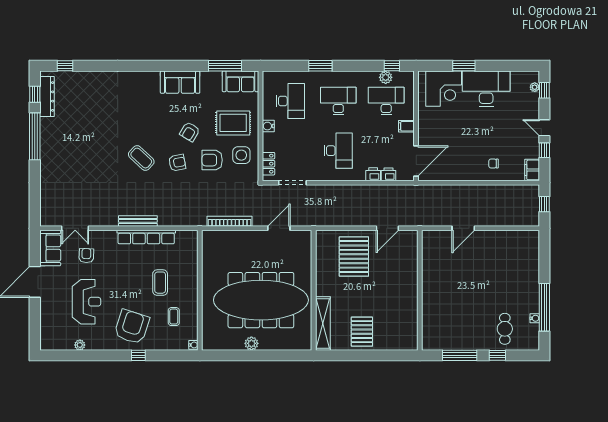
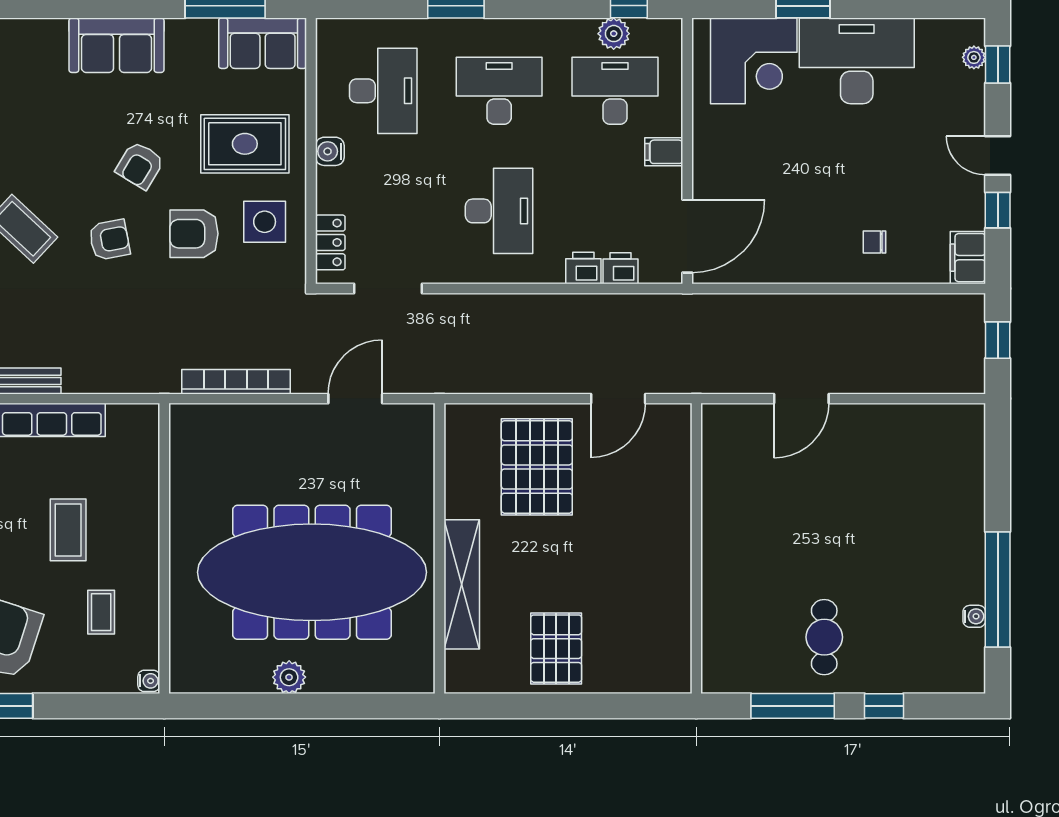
shelving: (323, 323) -> (462, 584), moved
cafe table: (505, 329) -> (824, 637), moved

